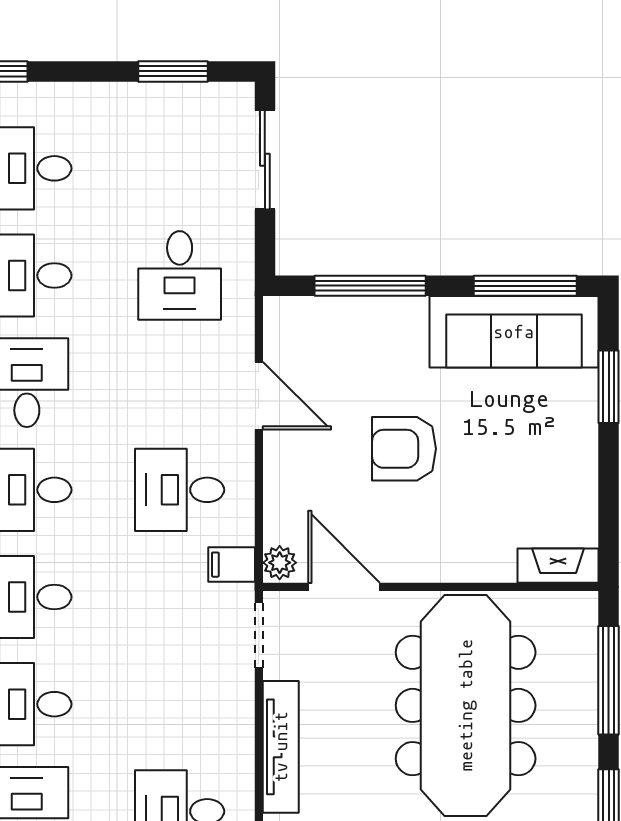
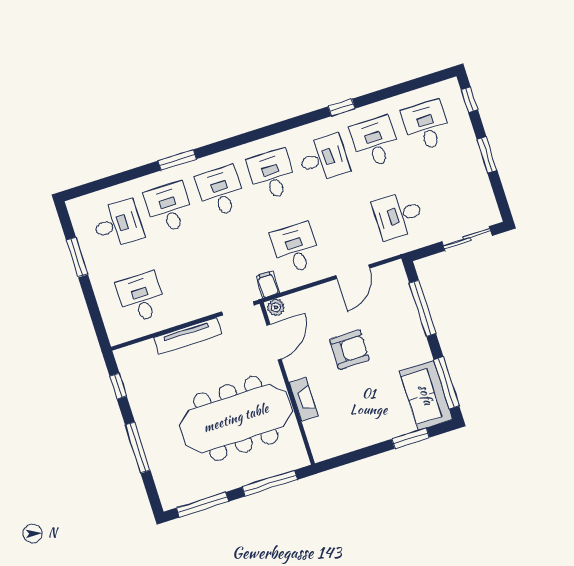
window: (173, 71) -> (487, 155), moved
sofa: (514, 332) -> (426, 395), width x0.73
armchair: (404, 449) -> (350, 350), turned 90
fireplace: (558, 566) -> (304, 399), moved

